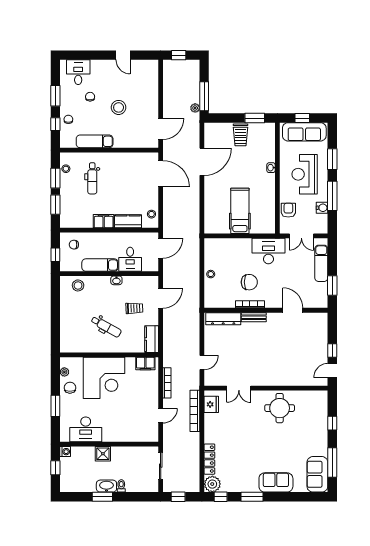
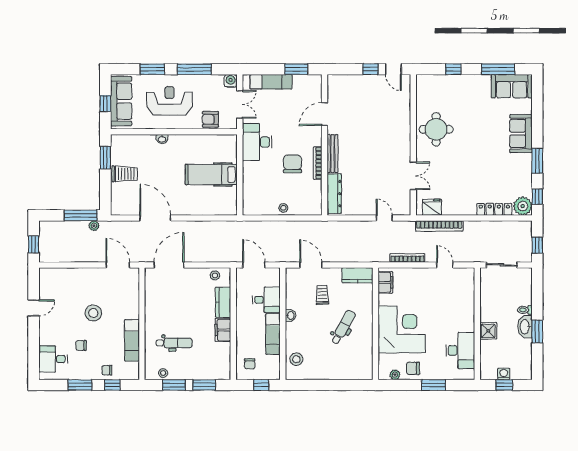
reception desk: (305, 174) -> (169, 101), turned 180
water cooler: (322, 208) -> (231, 81), moved
bench: (254, 317) -> (333, 154), width x1.36
washing machine: (65, 452) -> (504, 374), moved

